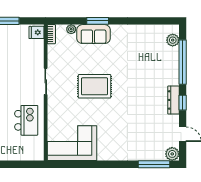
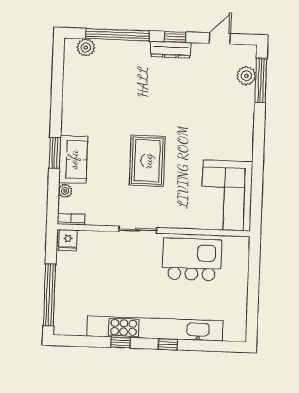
kitchen island: (26, 120) -> (192, 259), width x1.37, depth x1.28
plant: (172, 154) -> (246, 76), moved

